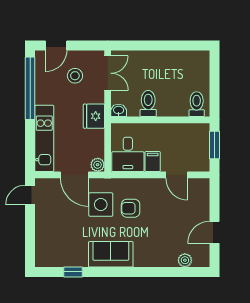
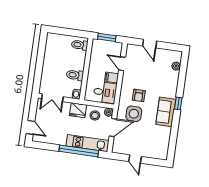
double door: (108, 73) -> (52, 98), swing flipped
stool: (75, 76) -> (95, 115), moved
window: (30, 88) -> (79, 151), moved
door: (177, 175) -> (122, 64), swing flipped
door: (30, 195) -> (135, 159), moved
door: (214, 232) -> (150, 44), moved
window: (73, 272) -> (178, 103), moved

